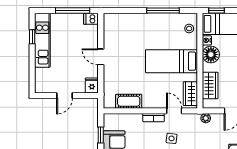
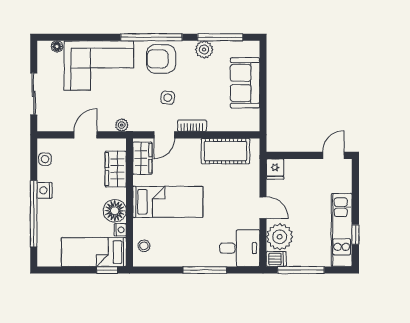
window: (163, 11) -> (205, 270), moved
desk: (118, 27) -> (240, 248), added
plant: (88, 35) -> (280, 237), added
door: (64, 96) -> (334, 155), moved
cot: (129, 101) -> (225, 151), width x1.37, depth x1.34
door: (174, 111) -> (164, 135), hinge flipped
window: (101, 135) -> (263, 102), removed

